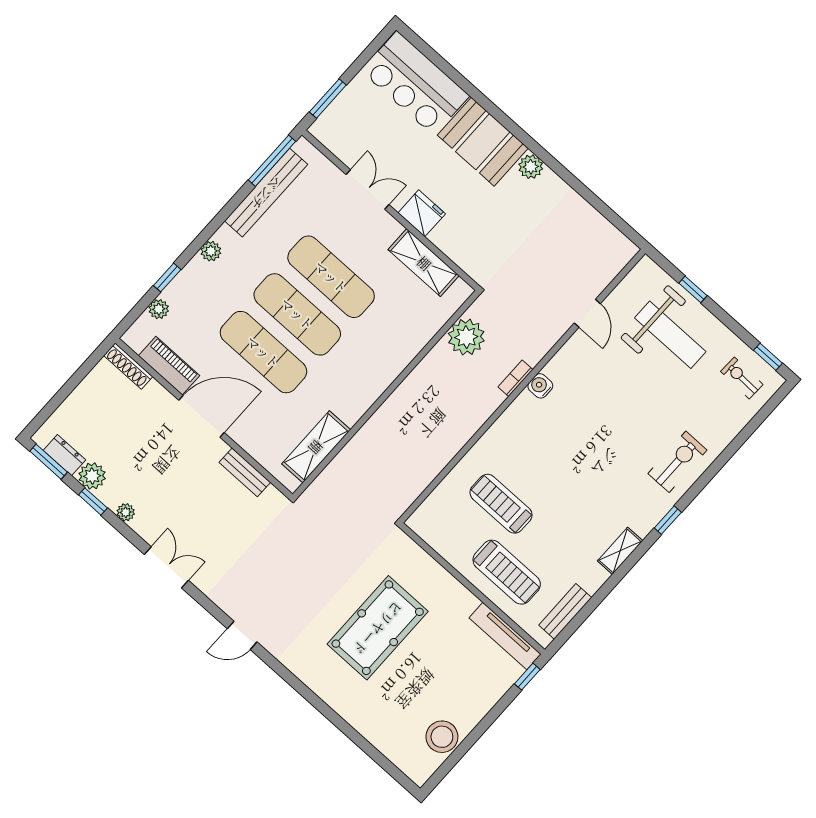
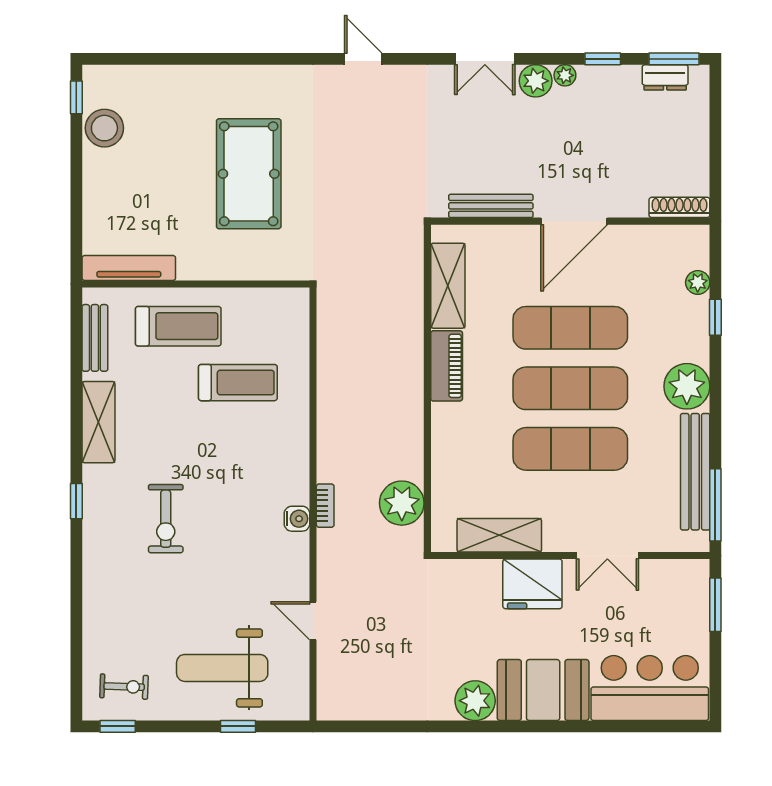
plant: (531, 167) -> (475, 701), width x1.36, depth x1.36
fridge: (422, 213) -> (532, 584), width x1.36, depth x1.34
plant: (211, 251) -> (687, 386), width x1.87, depth x1.87
piano: (169, 366) -> (447, 366), moved, turned -90
exercise bike: (677, 462) -> (166, 519), moved
bench: (245, 472) -> (491, 206), width x1.36
plant: (92, 476) -> (536, 81), moved
shelving: (620, 551) -> (98, 422), width x1.50, depth x1.33
treadmill: (507, 572) -> (178, 326), turned 180
door: (242, 635) -> (363, 59), hinge flipped
window: (527, 677) -> (76, 97), moved

